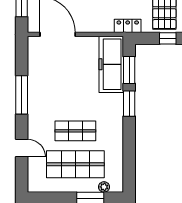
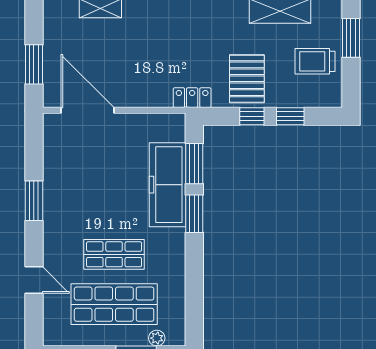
freezer: (111, 64) -> (168, 185), moved
window: (22, 95) -> (34, 201), width x0.69

